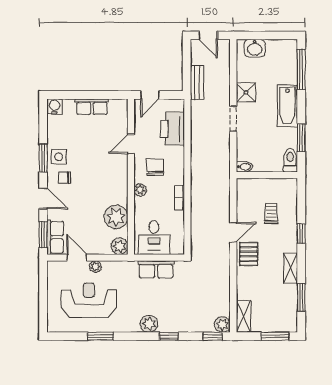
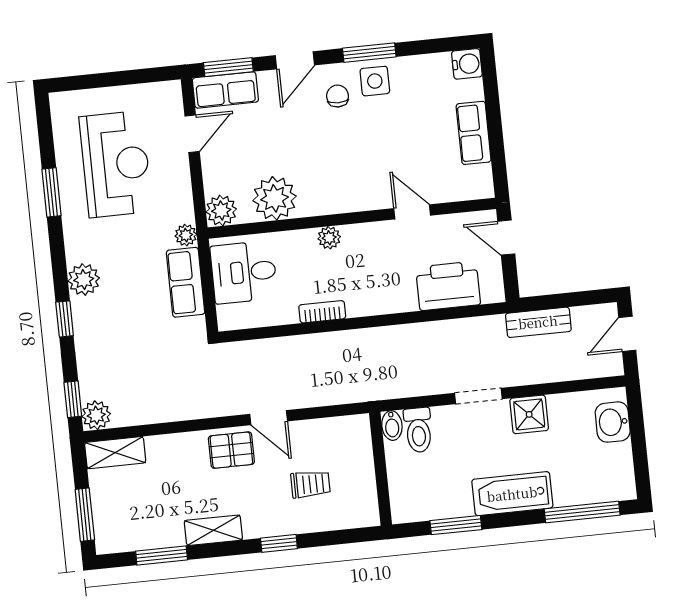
toilet: (290, 160) -> (418, 430), moved, turned 90
chair: (155, 167) -> (374, 261), removed
plant: (95, 267) -> (186, 235), moved

